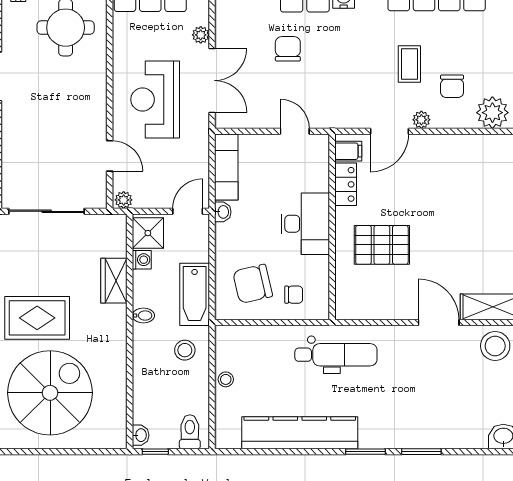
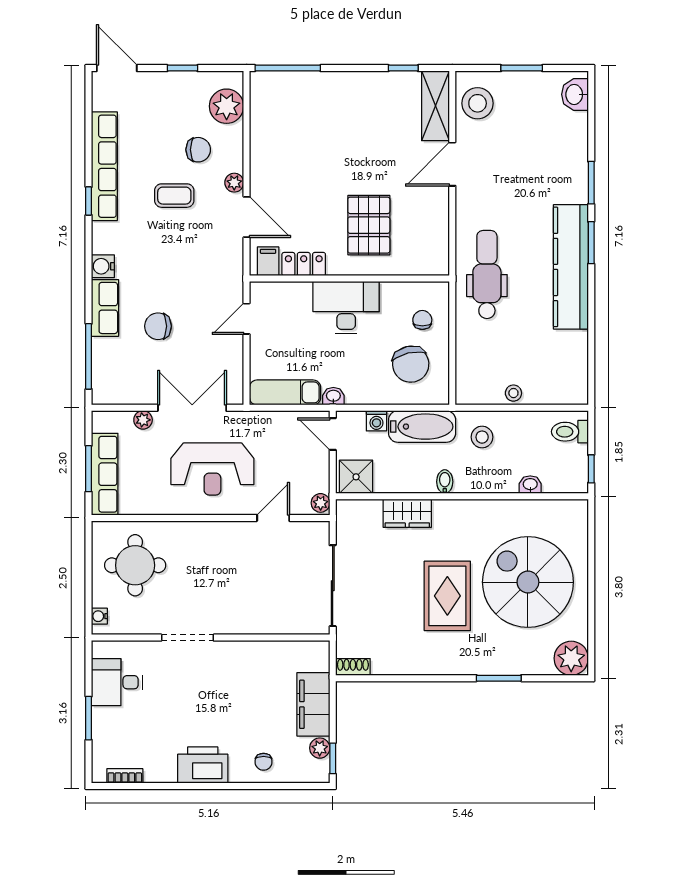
washing machine: (142, 260) -> (376, 421), moved, turned 180
kitchen counter: (300, 433) -> (571, 267), moved
washbasin: (141, 435) -> (530, 485), moved

